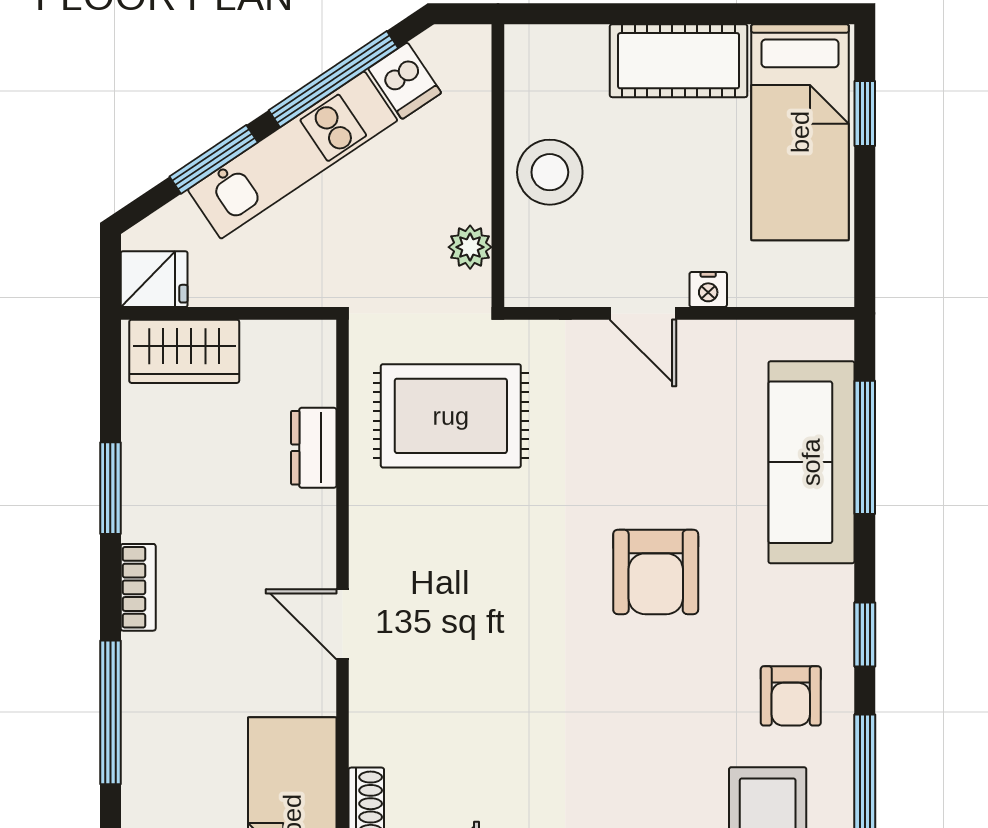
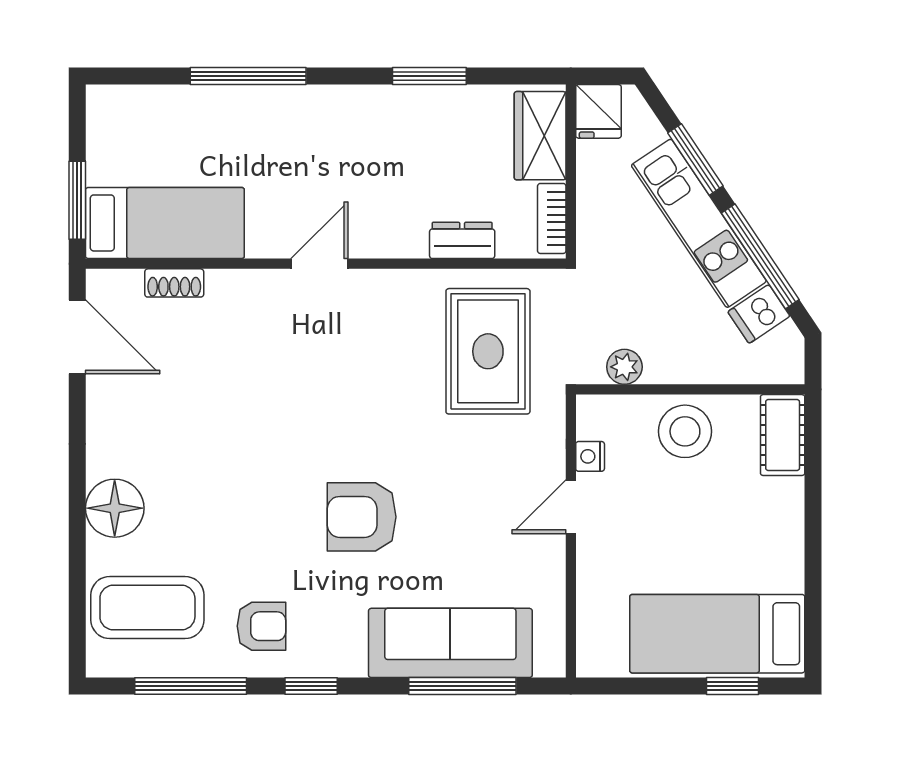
cot: (679, 61) -> (783, 435), moved, width x0.73, depth x0.75
nightstand: (708, 290) -> (590, 456), moved
bookcase: (138, 587) -> (552, 218), moved, turned 90
armchair: (791, 696) -> (261, 626), turned 180

